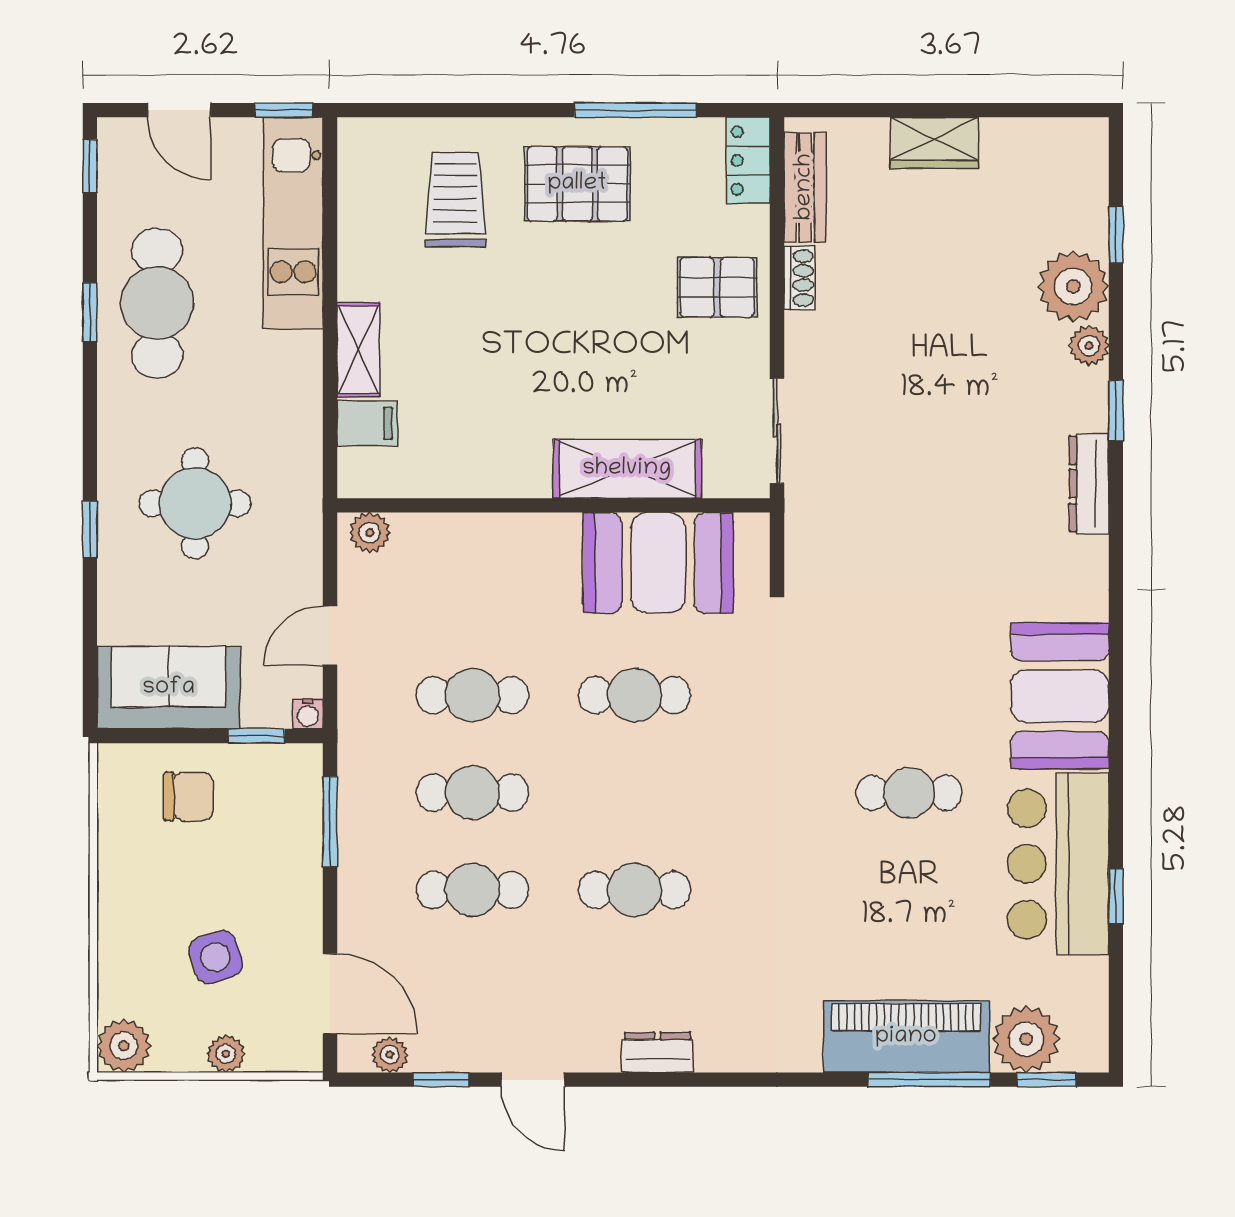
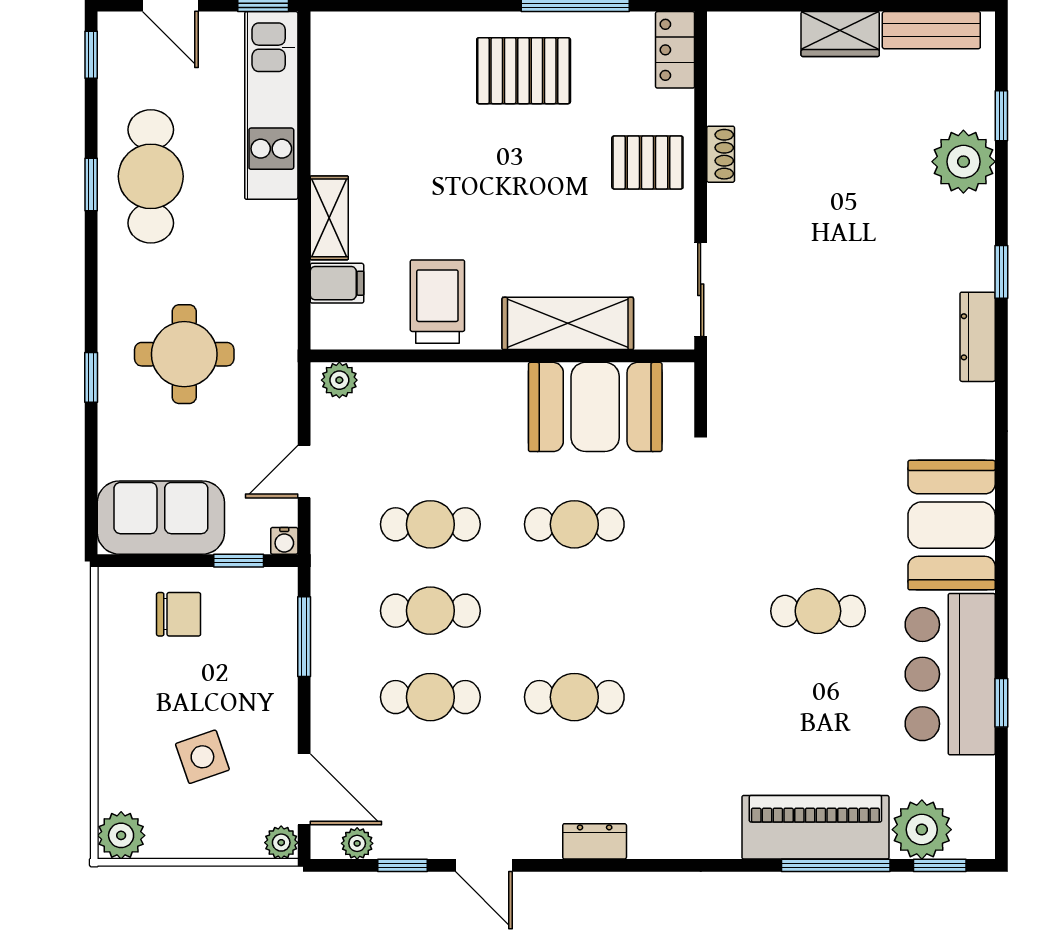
bench: (805, 187) -> (931, 30), moved, turned 90
trolley: (455, 200) -> (437, 302), moved
plant: (1089, 346) -> (977, 214), removed
plant: (226, 1054) -> (281, 843), moved

